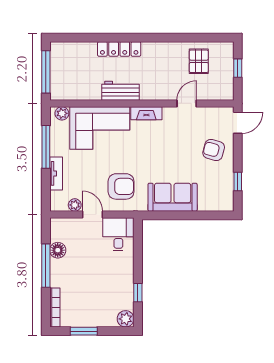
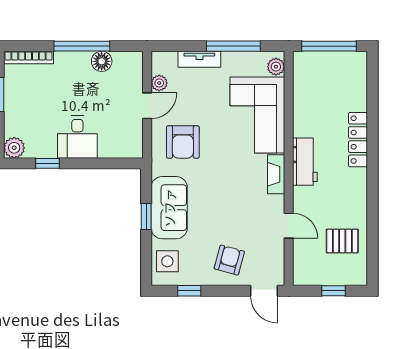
workbench: (120, 91) -> (305, 162), moved
side table: (215, 199) -> (167, 261), added
window: (180, 215) -> (146, 217), added
desk: (118, 234) -> (77, 137), moved, turned 90

